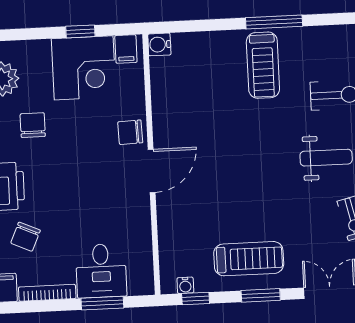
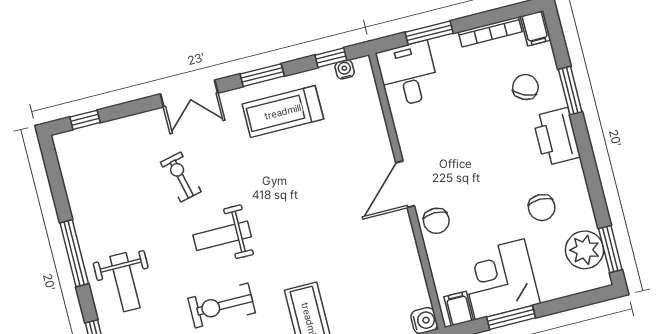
window: (80, 31) -> (511, 317), width x1.50
chair: (130, 132) -> (436, 221), turned 92
desk: (101, 271) -> (408, 74), moved

